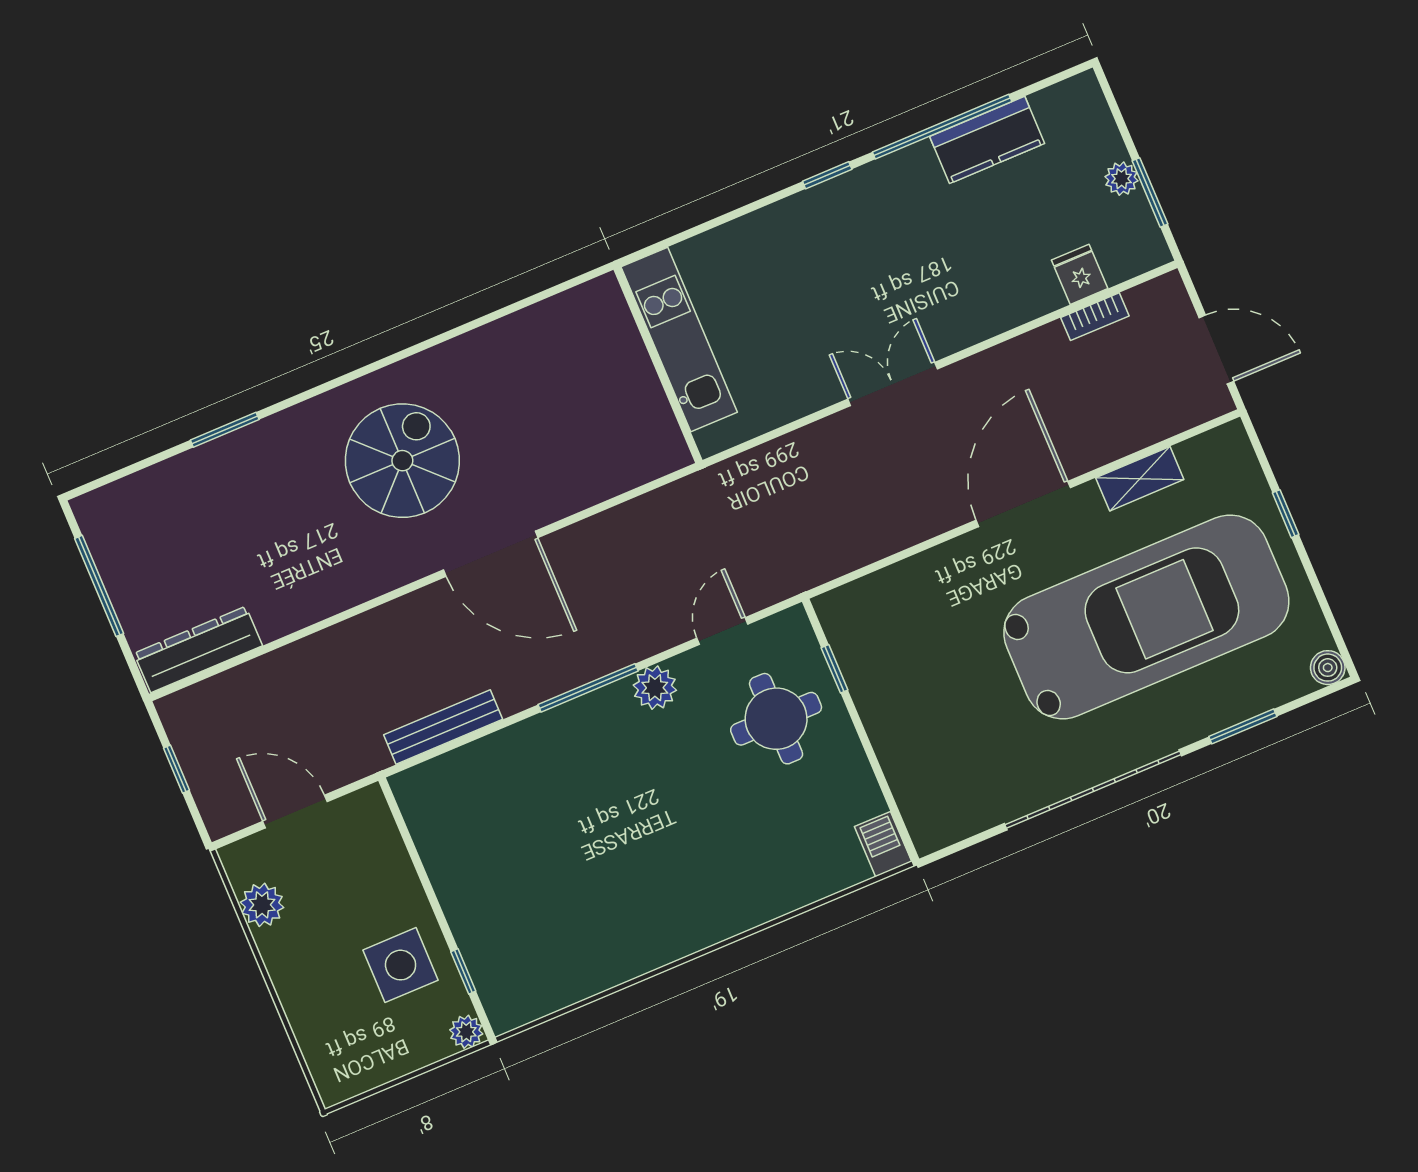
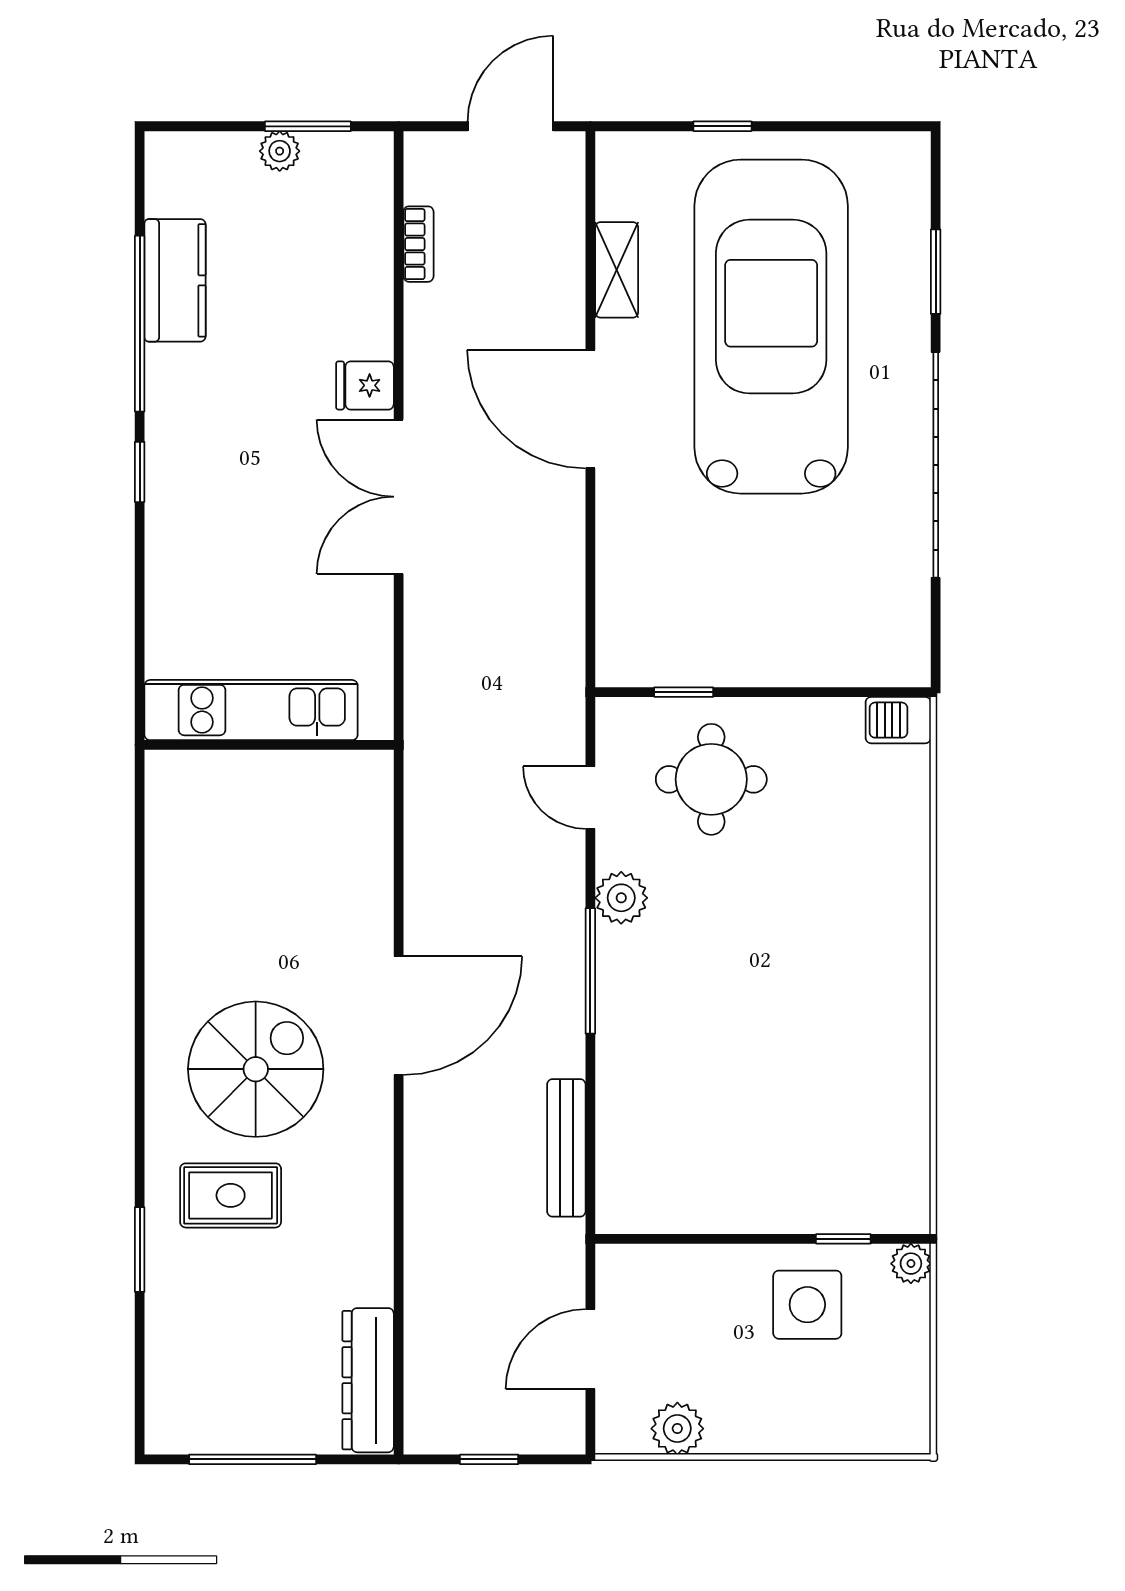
fridge: (1080, 274) -> (365, 385), moved
double door: (893, 384) -> (399, 497), width x1.37
spiral stairs: (402, 461) -> (256, 1069), turned 90
rug: (296, 482) -> (231, 1195), added
boiler: (1328, 668) -> (911, 151), removed

